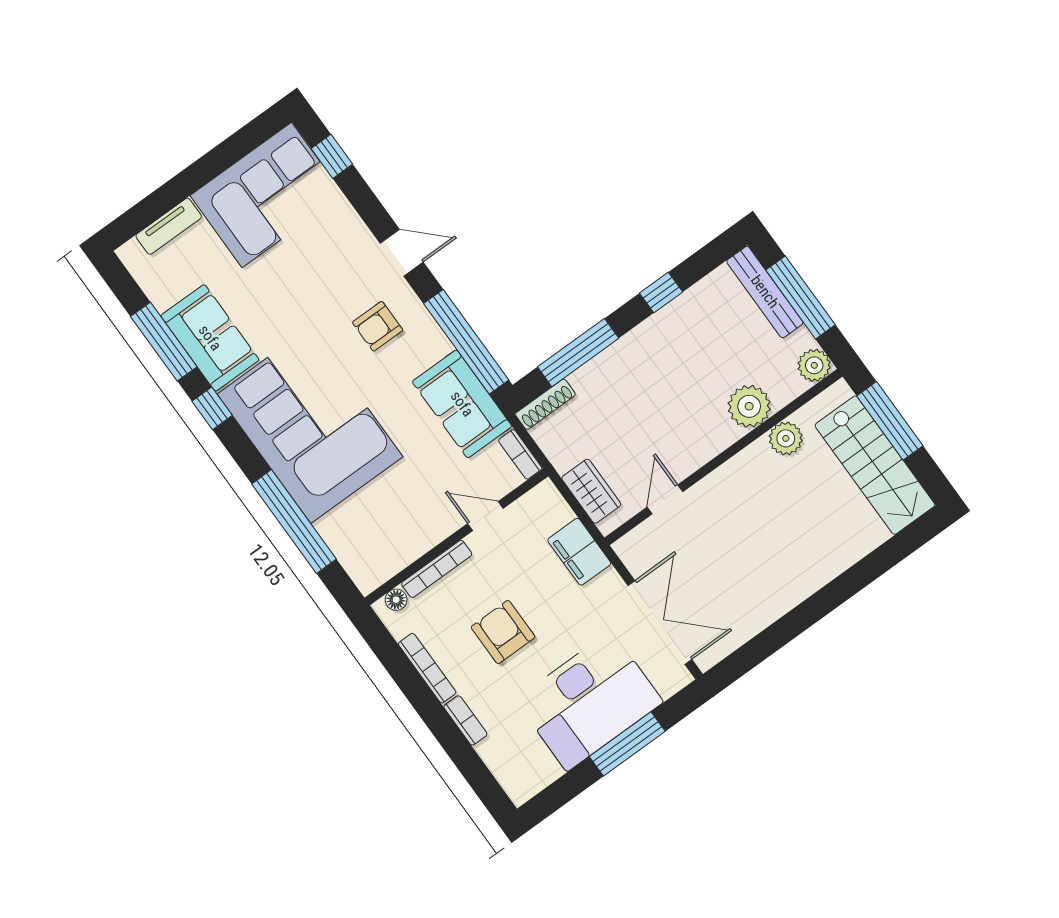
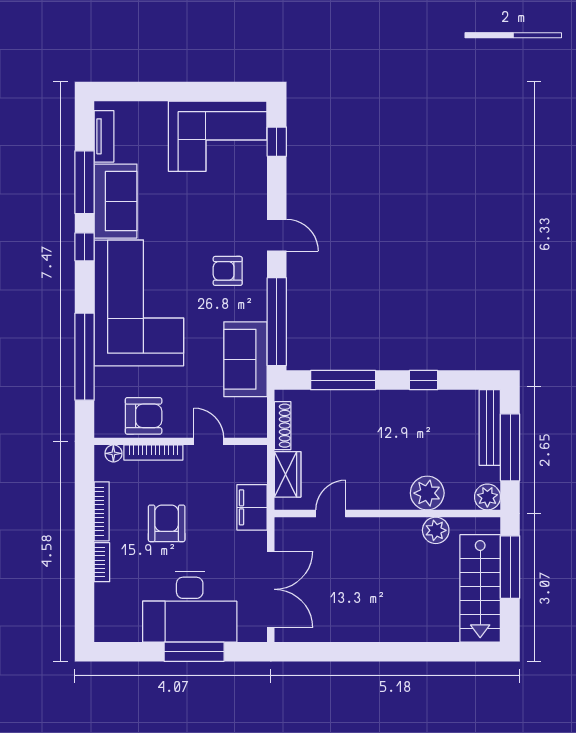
tv unit: (169, 226) -> (104, 136), moved, turned -90
shoe rack: (545, 404) -> (283, 426), moved, turned -90
bookcase: (520, 454) -> (259, 418), removed
armchair: (399, 538) -> (144, 416), added

